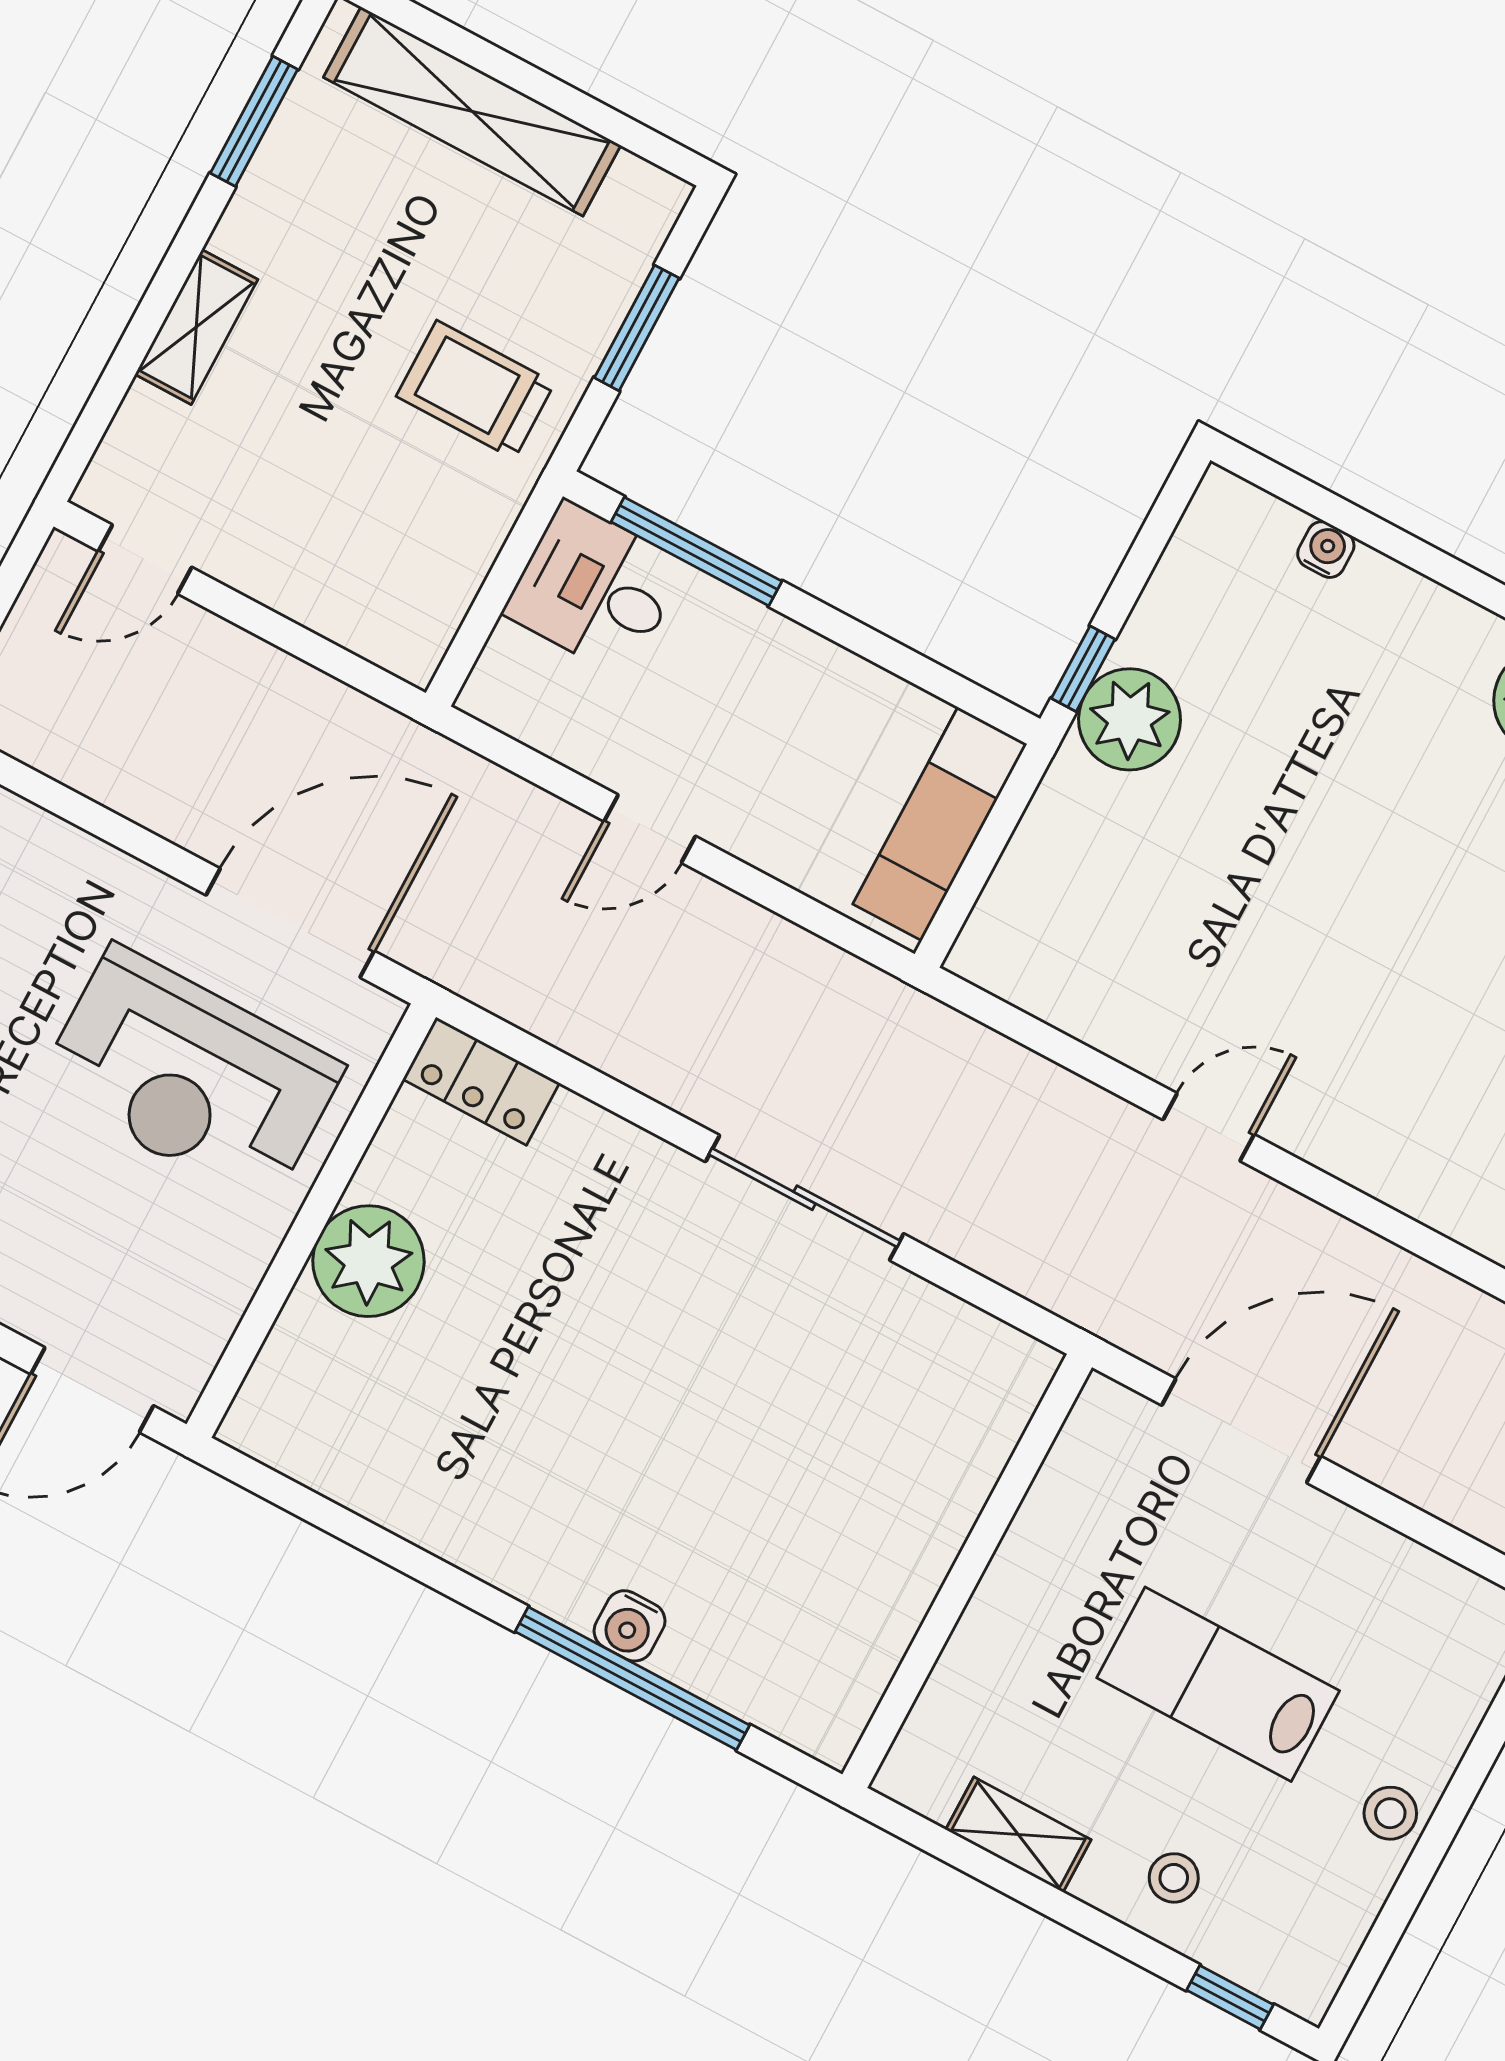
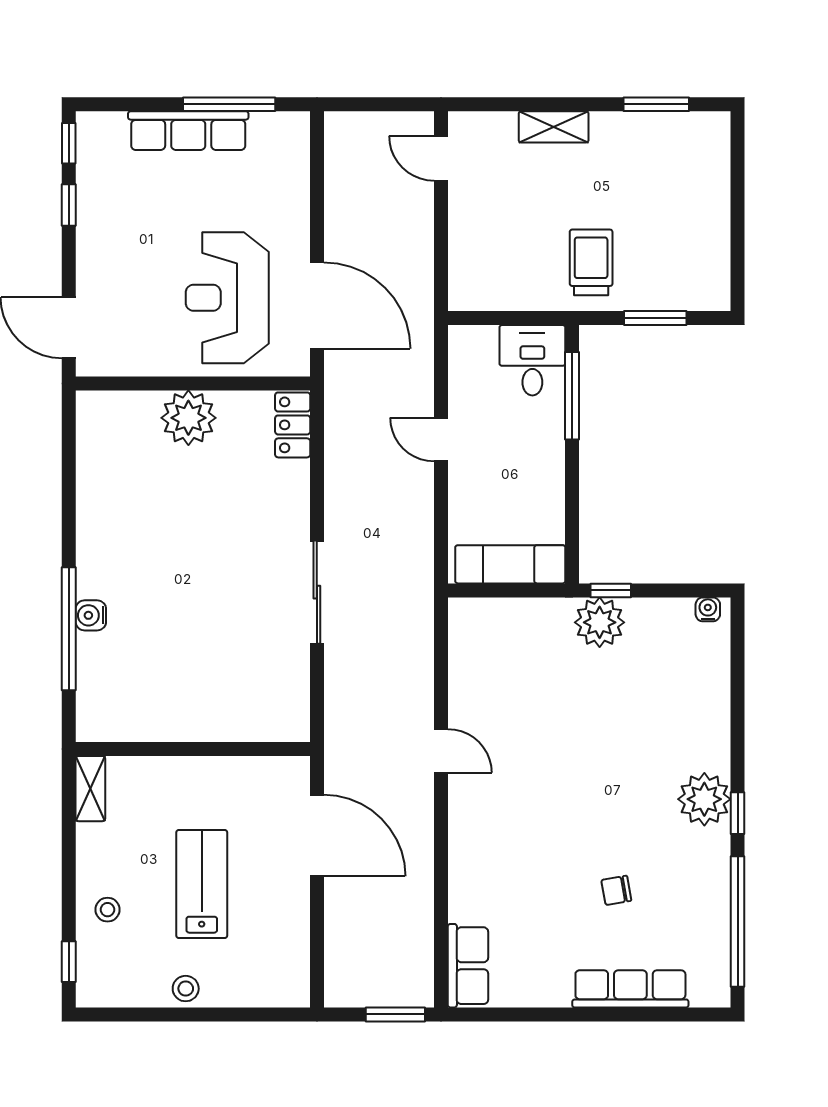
shelving: (472, 111) -> (711, 197), removed
water cooler: (1326, 550) -> (708, 609), moved, turned -90
shelving: (1018, 1835) -> (90, 789), moved

